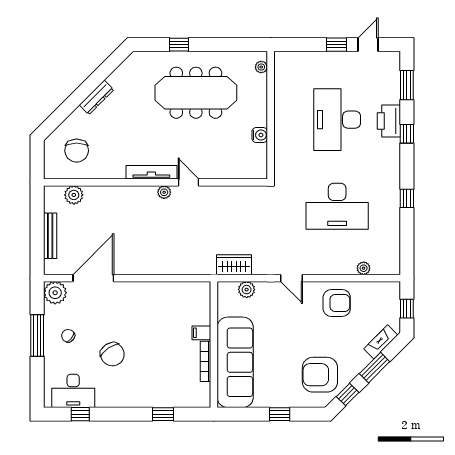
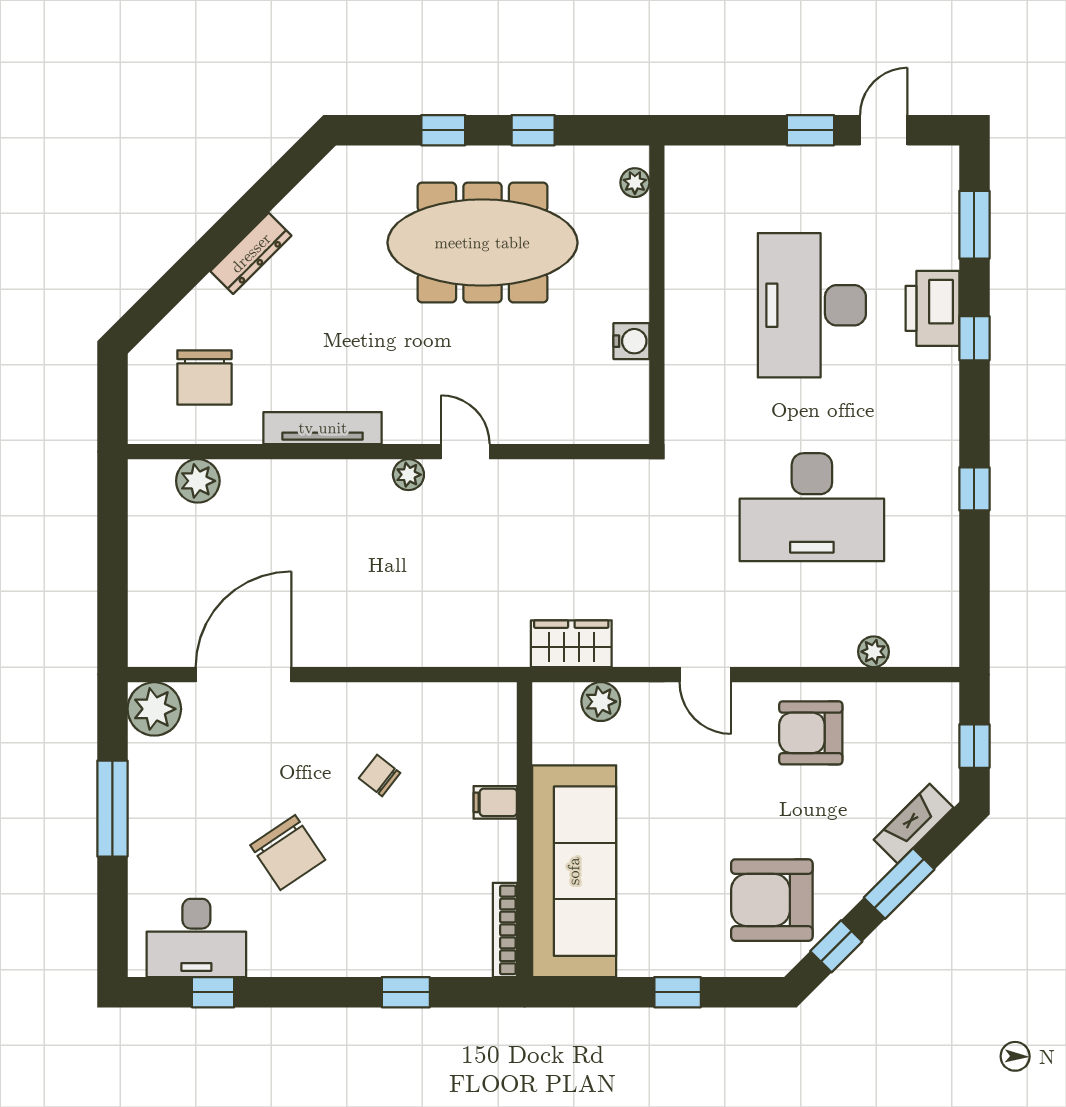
window: (218, 45) -> (533, 130), added
tv unit: (151, 172) -> (323, 428), moved
bench: (50, 236) -> (143, 576), removed
armchair: (337, 303) -> (811, 733), turned 180
chair: (68, 336) -> (380, 776), moved
bookcase: (205, 361) -> (505, 930), moved

